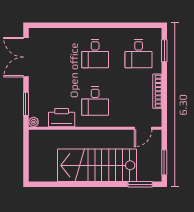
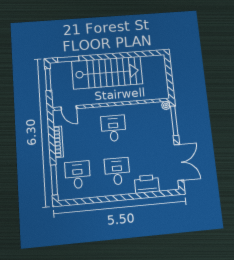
window: (164, 51) -> (54, 180), width x1.44
window: (26, 104) -> (174, 121), width x1.44
printer: (62, 118) -> (147, 184), moved, turned 180
door: (143, 128) -> (69, 108), swing flipped

